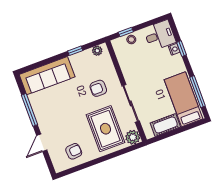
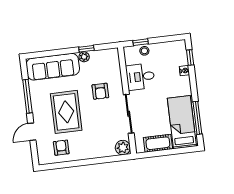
desk: (160, 35) -> (140, 77), moved, turned 180
window: (181, 49) -> (190, 58), moved
plant: (97, 51) -> (84, 57), moved
armchair: (98, 88) -> (100, 91), turned -90
rug: (105, 129) -> (66, 112), moved
armchair: (74, 151) -> (61, 148), turned -86

